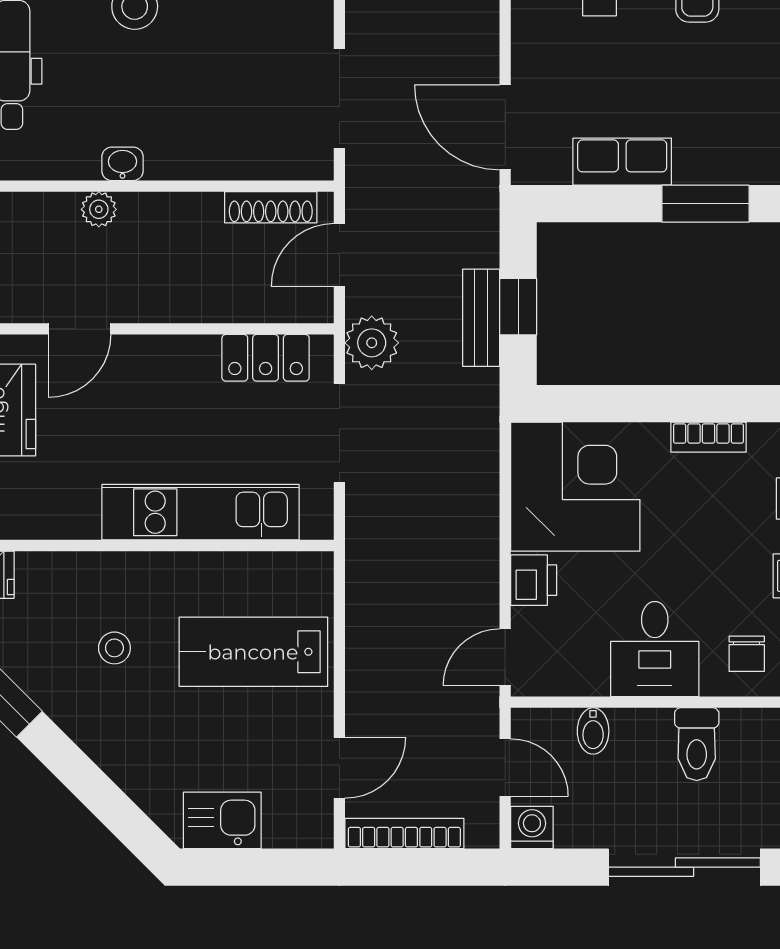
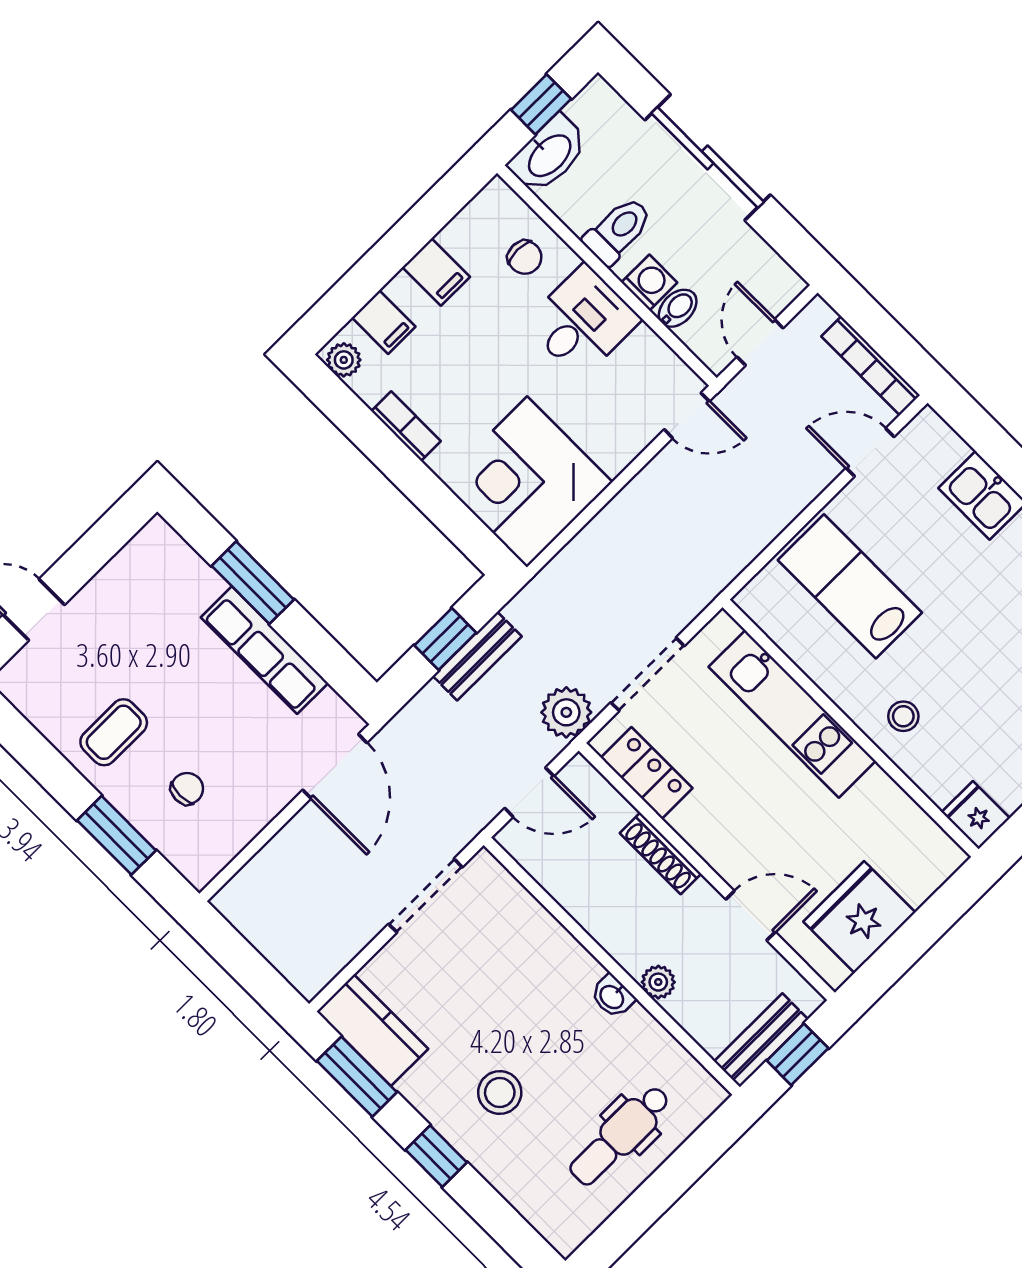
row of seats: (622, 162) -> (264, 650), width x1.48
shoe rack: (271, 207) -> (661, 853), moved, turned 180
printer: (534, 580) -> (617, 448), removed
stool: (114, 648) -> (903, 716), moved
lab bench: (253, 652) -> (850, 586), turned 180
chair: (747, 654) -> (525, 257), turned 90
washing machine: (532, 828) -> (649, 283), moved, turned 180

